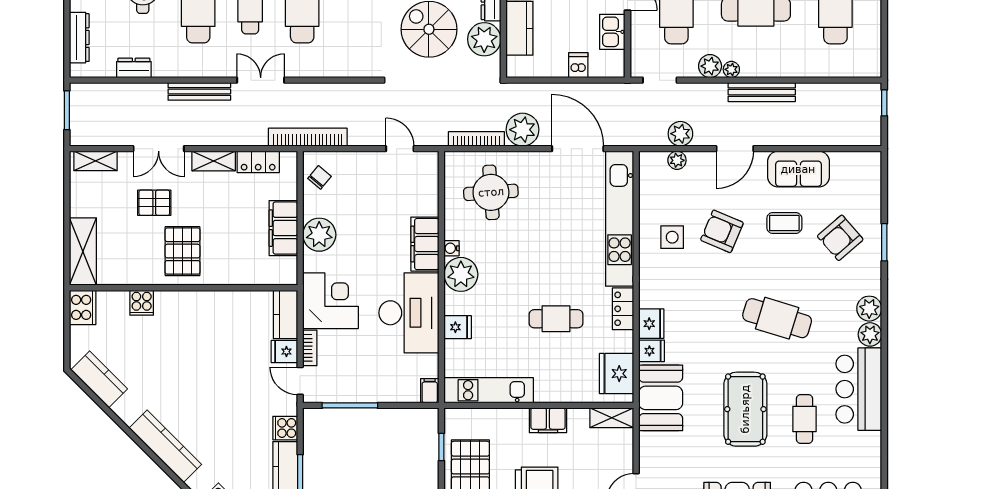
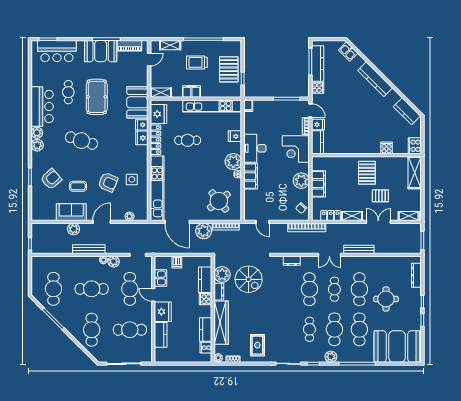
dresser: (134, 68) -> (292, 261), moved
plant: (680, 134) -> (74, 229), moved
round table: (491, 192) -> (219, 201), turned -35
locker: (623, 309) -> (155, 140), width x1.53
desk: (409, 313) -> (255, 148), width x0.73, depth x0.77
kitchen unit: (489, 390) -> (212, 106), width x1.36

